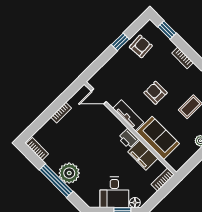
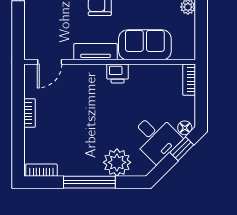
filing cabinet: (143, 155) -> (147, 75), removed
plant: (69, 173) -> (117, 162), moved

